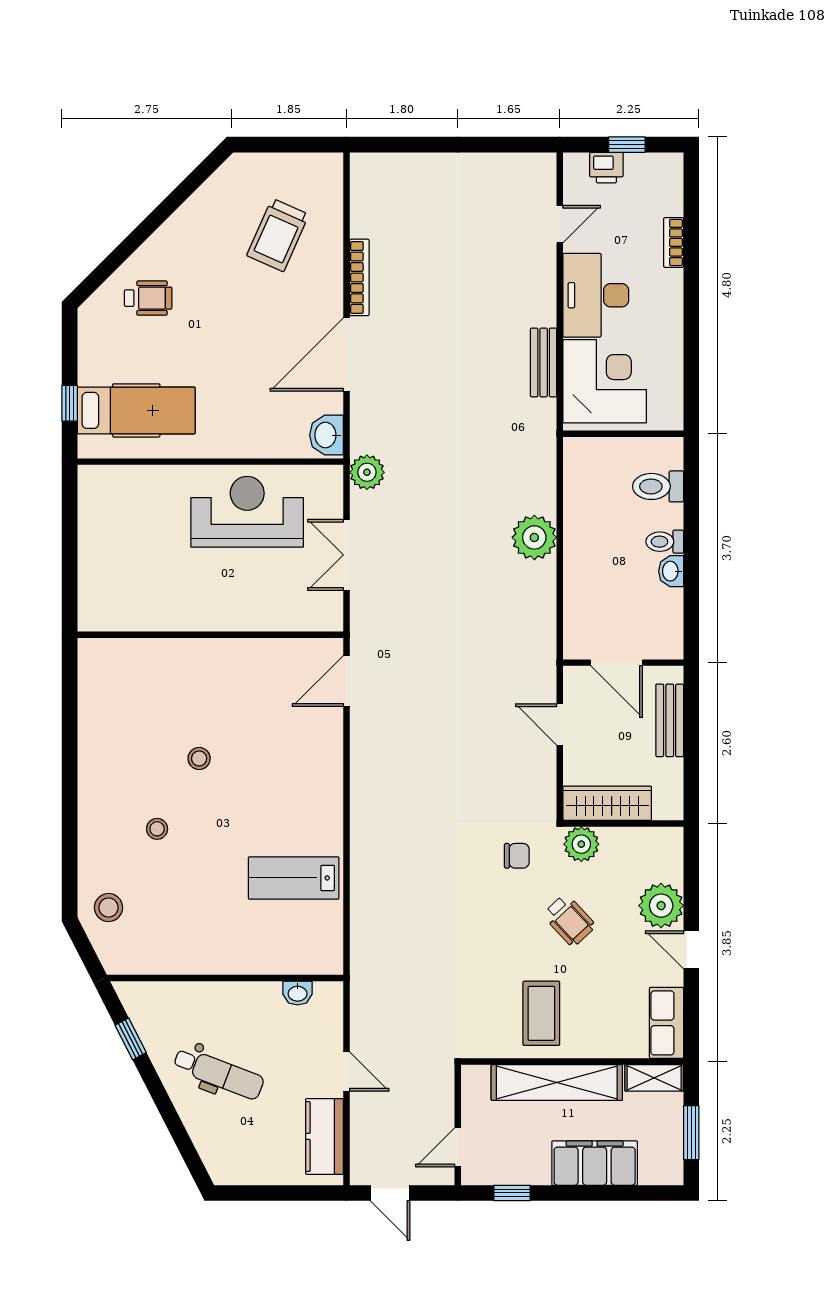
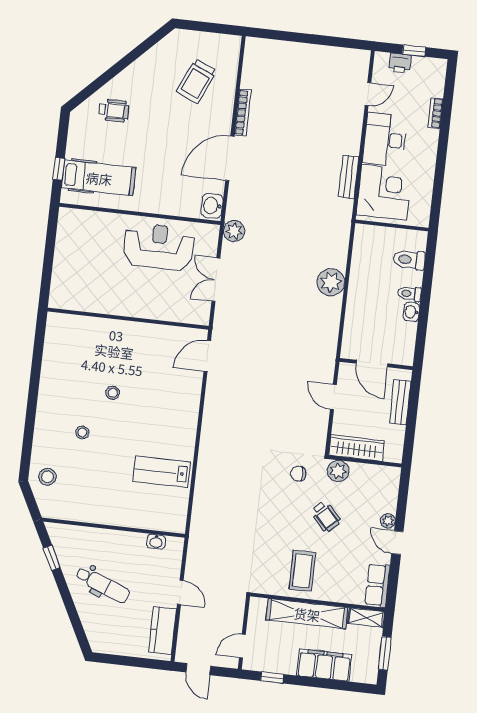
chair: (517, 856) -> (298, 474), turned 180
plant: (661, 906) -> (388, 521), width x0.53, depth x0.53

